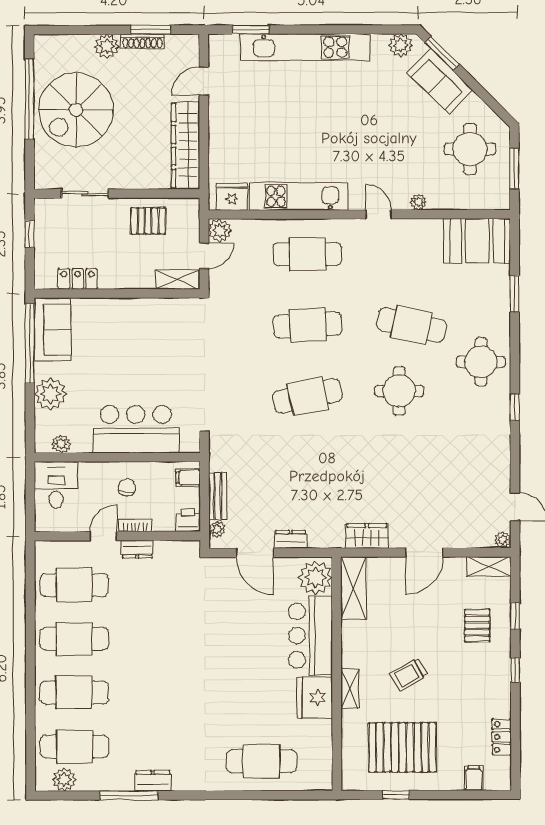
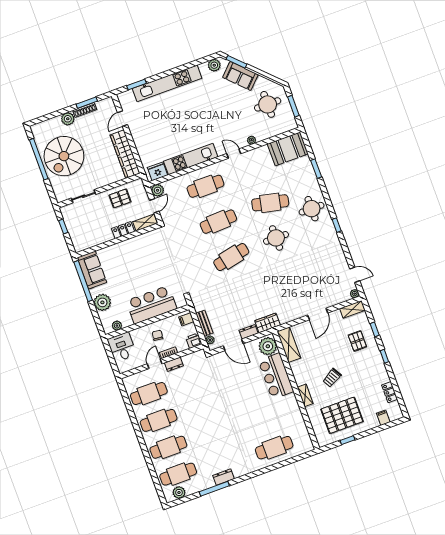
locker: (78, 279) -> (123, 230), moved
wardrobe: (367, 536) -> (268, 323), moved
fridge: (315, 698) -> (289, 406), removed

